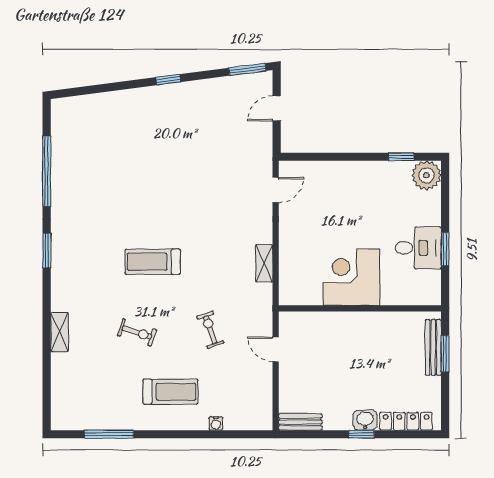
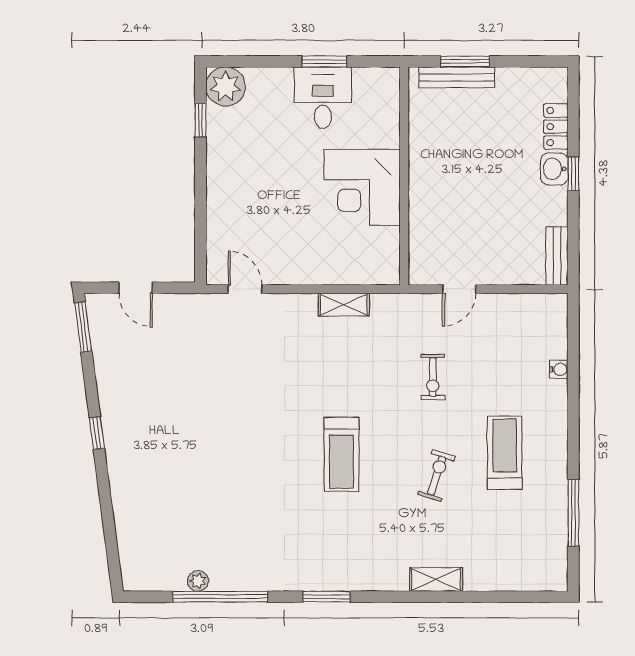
plant: (58, 155) -> (198, 581), added
exercise bike: (210, 330) -> (433, 377), turned -71
treadmill: (170, 392) -> (505, 453), moved
locker: (406, 421) -> (556, 127), width x0.66

